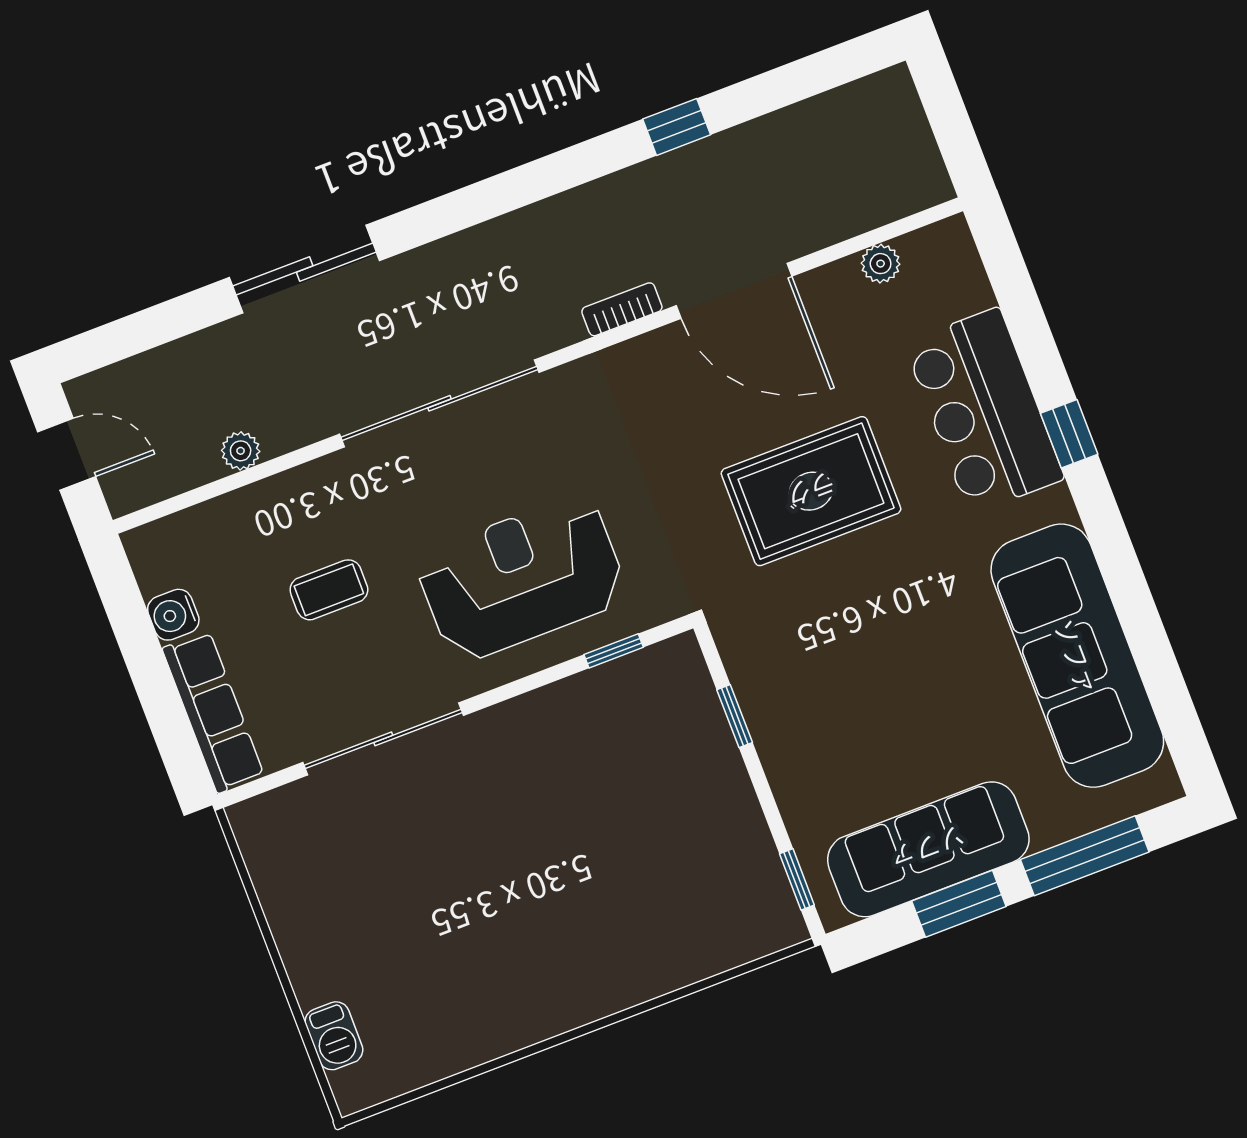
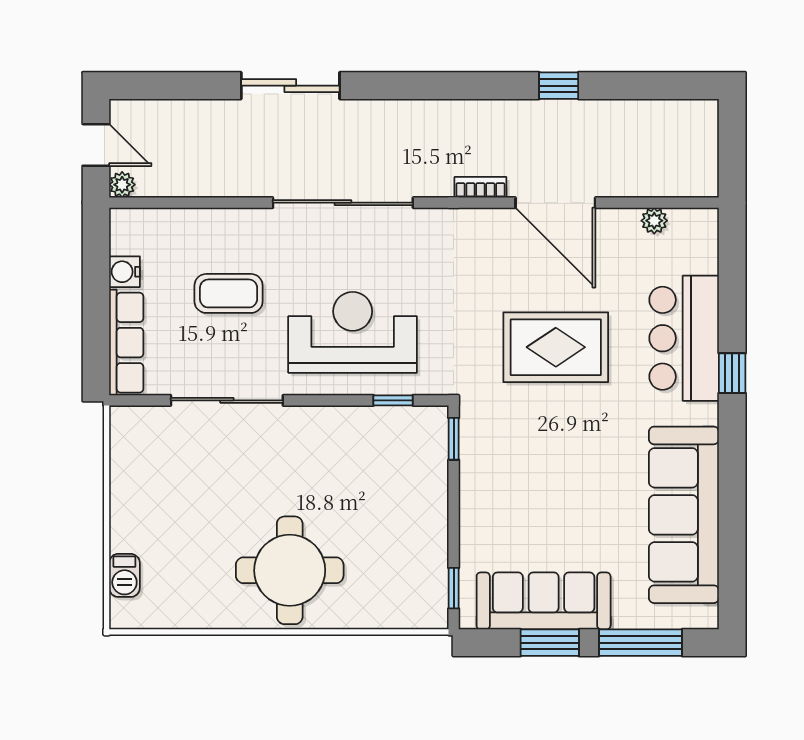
plant: (241, 451) -> (122, 185), moved
coffee table: (329, 590) -> (229, 293), width x1.36, depth x1.30
window: (735, 716) -> (454, 439), moved
round table: (560, 941) -> (290, 570), added

